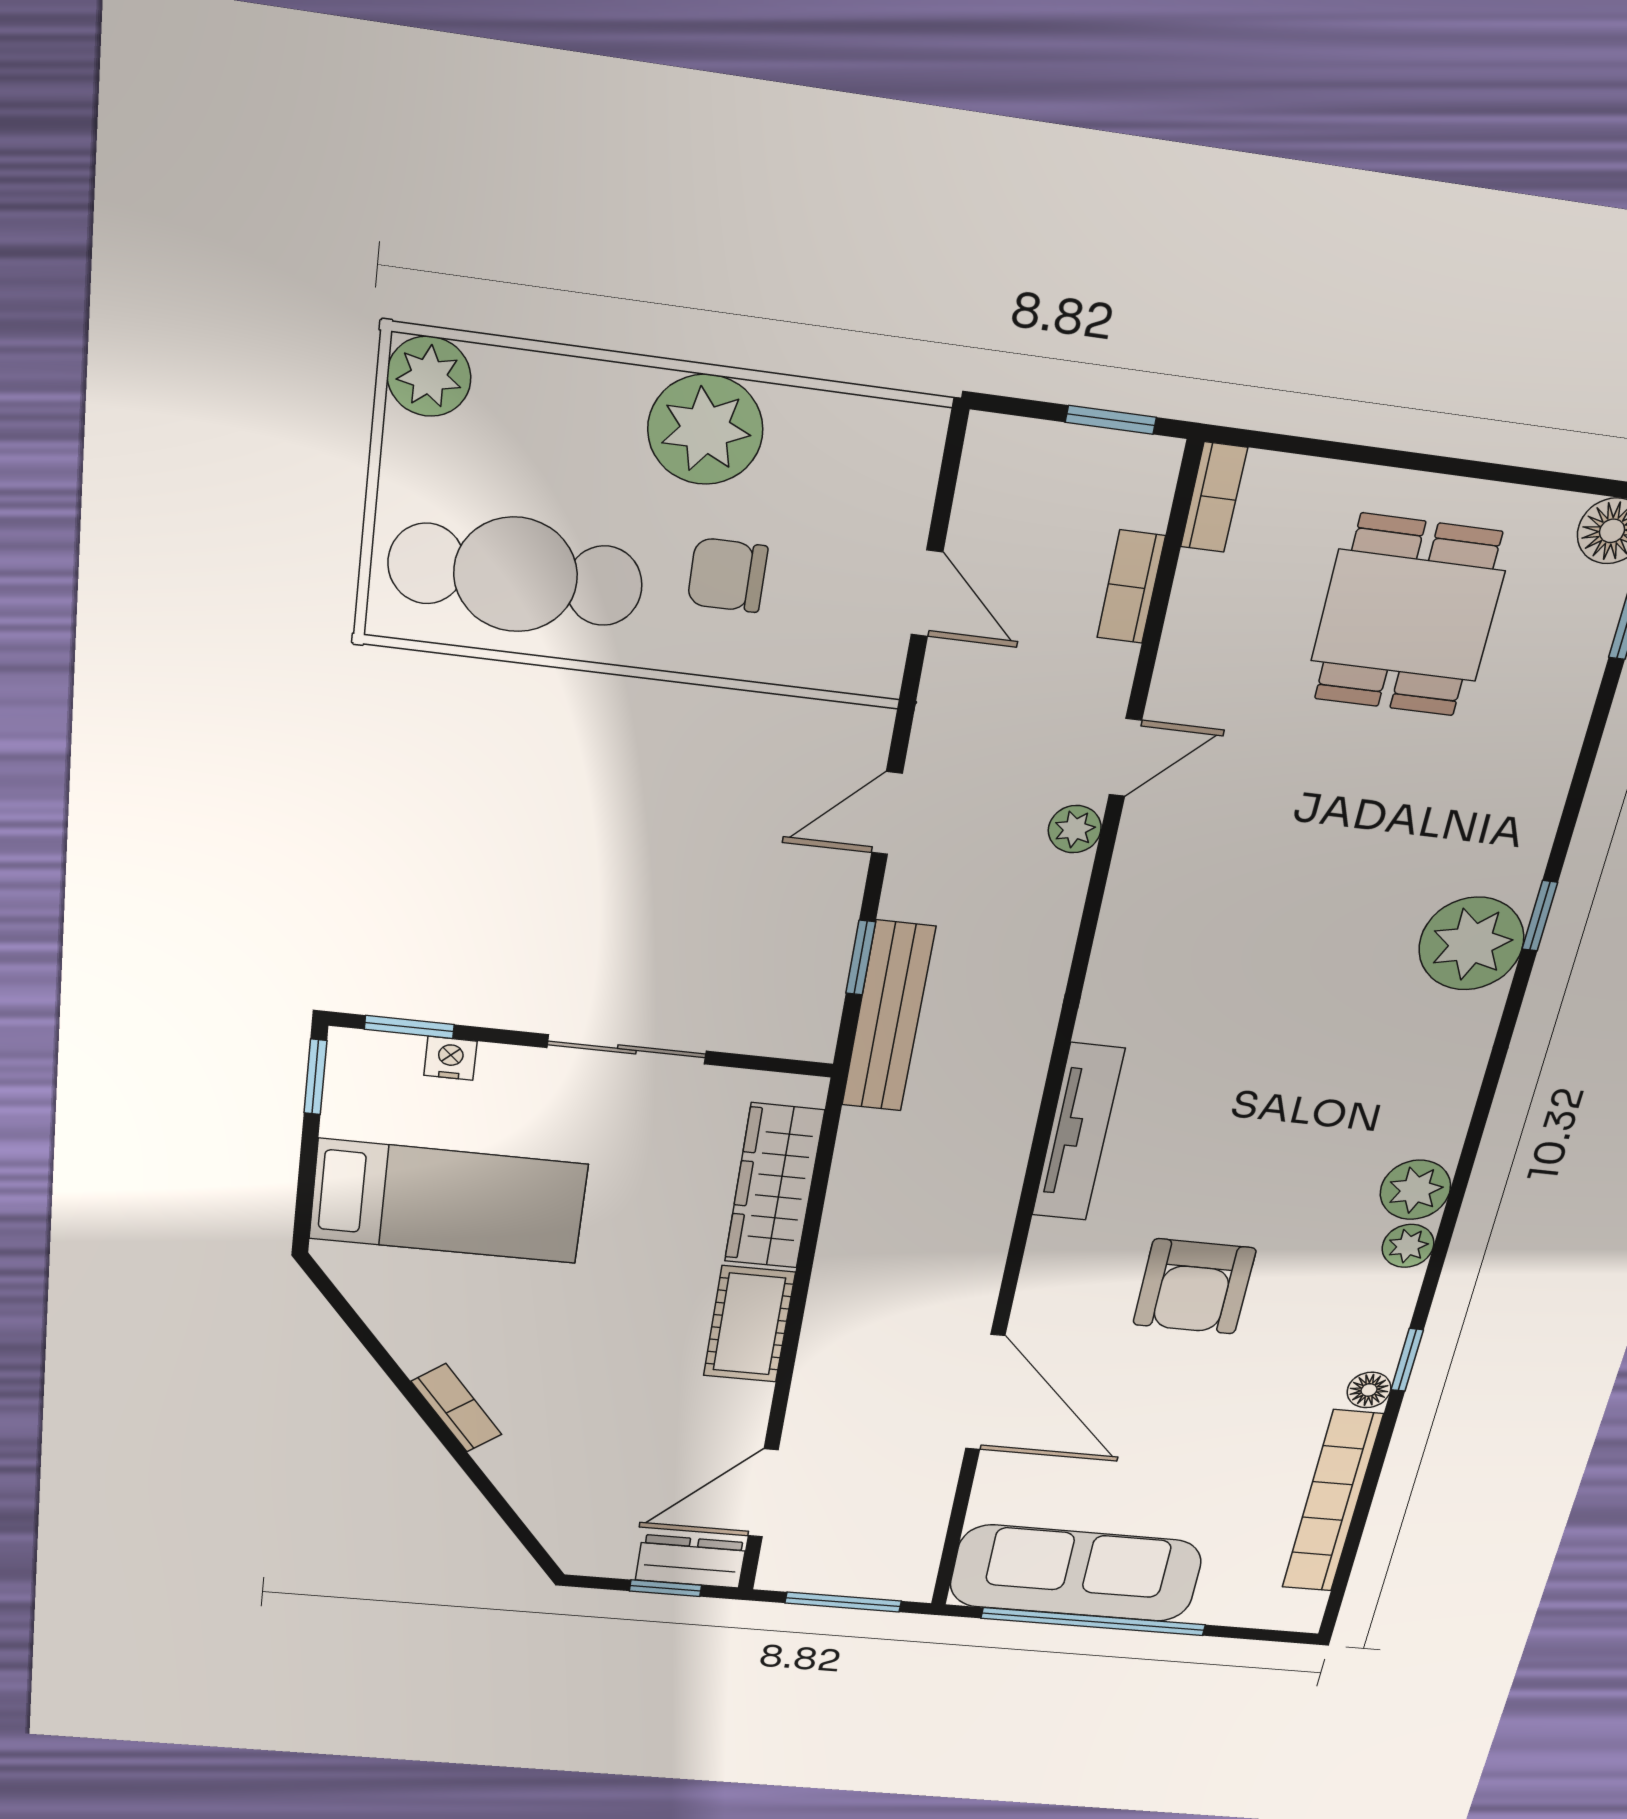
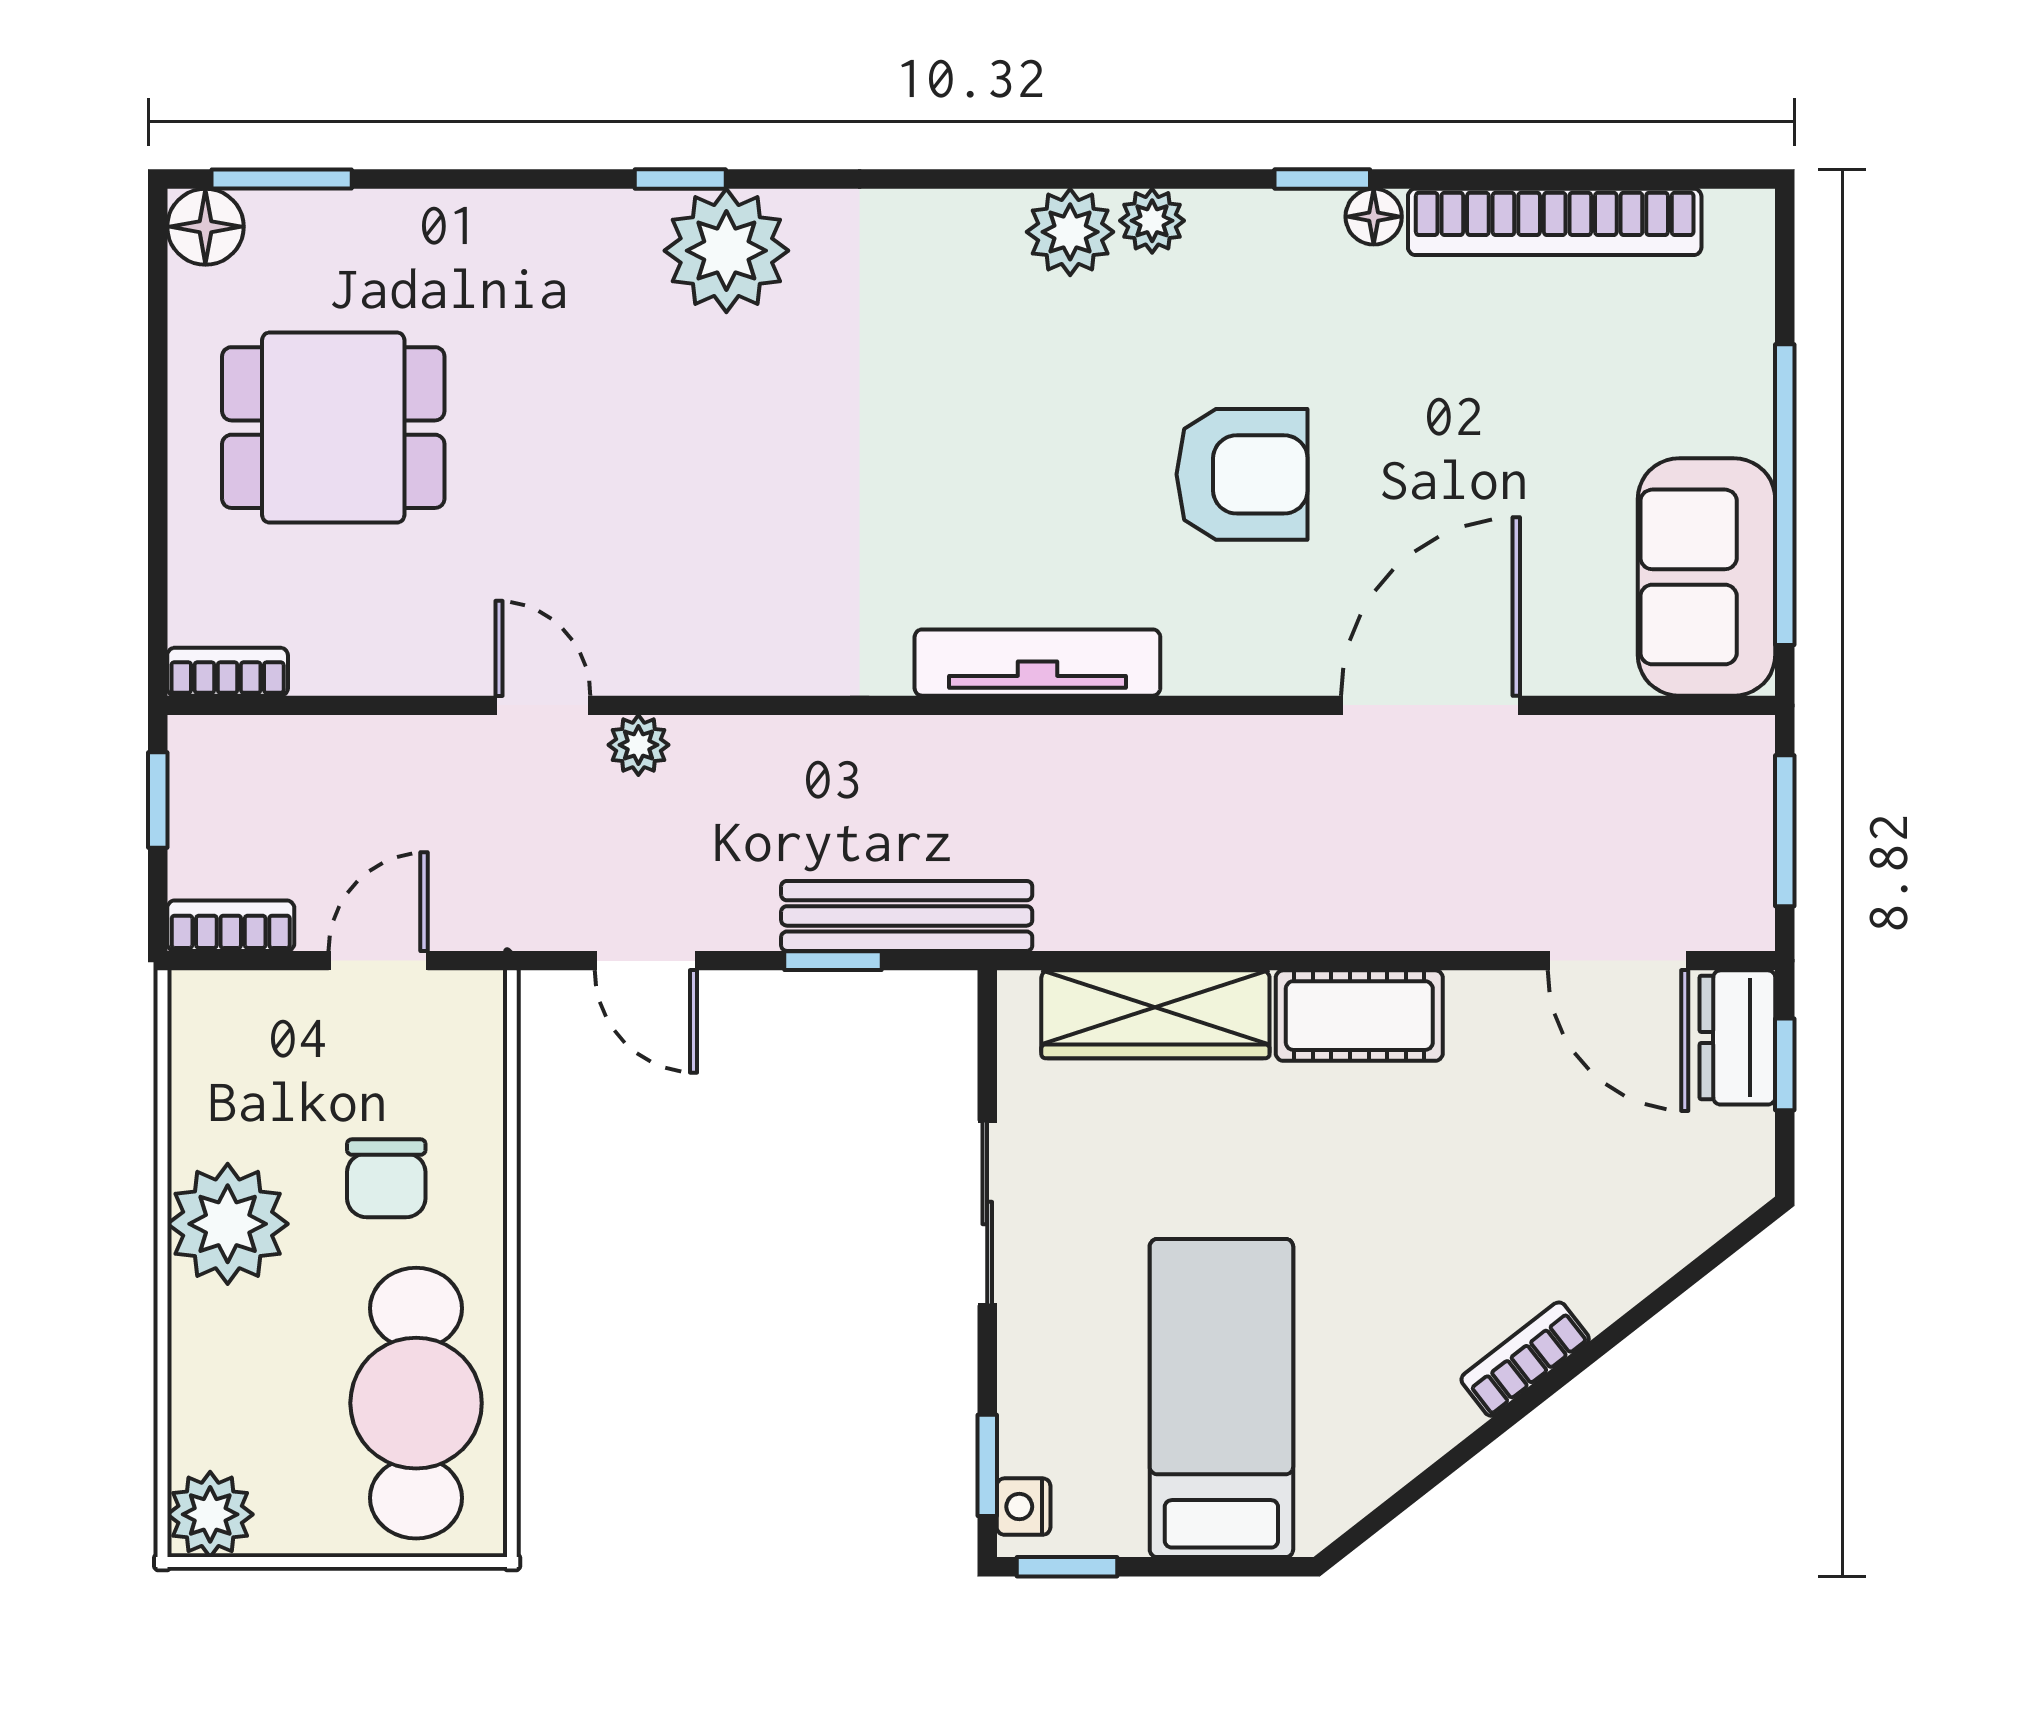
bookcase: (1131, 587) -> (231, 926), moved, turned 180
nightstand: (450, 1058) -> (1024, 1507), moved
sofa: (1076, 1573) -> (1707, 577), width x0.73

